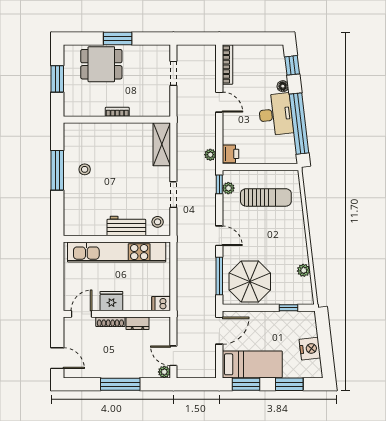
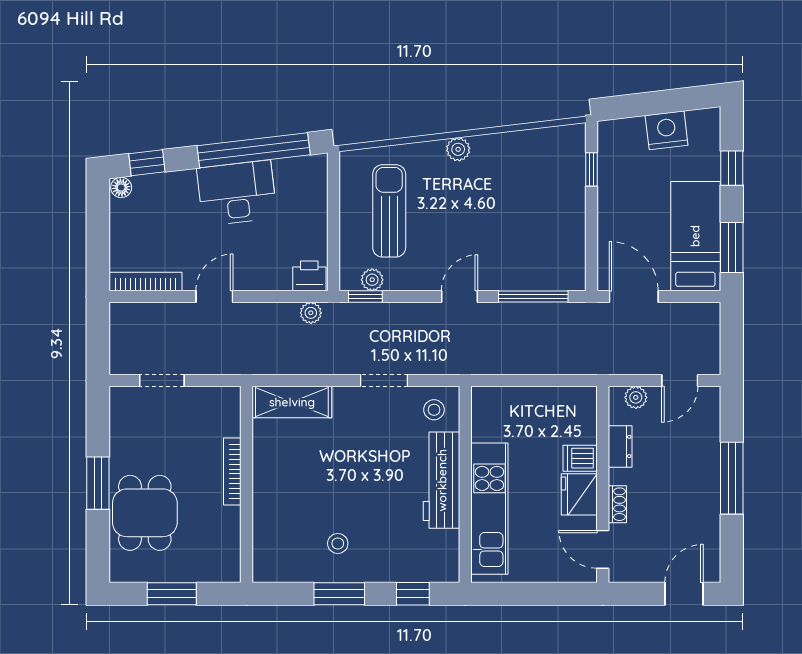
floor lamp: (283, 86) -> (121, 187), moved
bookcase: (117, 112) -> (232, 472), width x1.56
window: (57, 170) -> (339, 594), width x0.69
window: (57, 210) -> (413, 594), added
workbench: (126, 226) -> (442, 480), width x1.38
kitchen unit: (117, 252) -> (489, 509), width x0.73
plant: (304, 270) -> (458, 149), moved
parasol: (250, 282) -> (543, 240), removed
dishwasher: (161, 304) -> (580, 458), moved, turned 90
shoe rack: (110, 322) -> (617, 504), width x0.70
plant: (164, 372) -> (636, 397), moved
window: (289, 384) -> (732, 168), width x0.67

